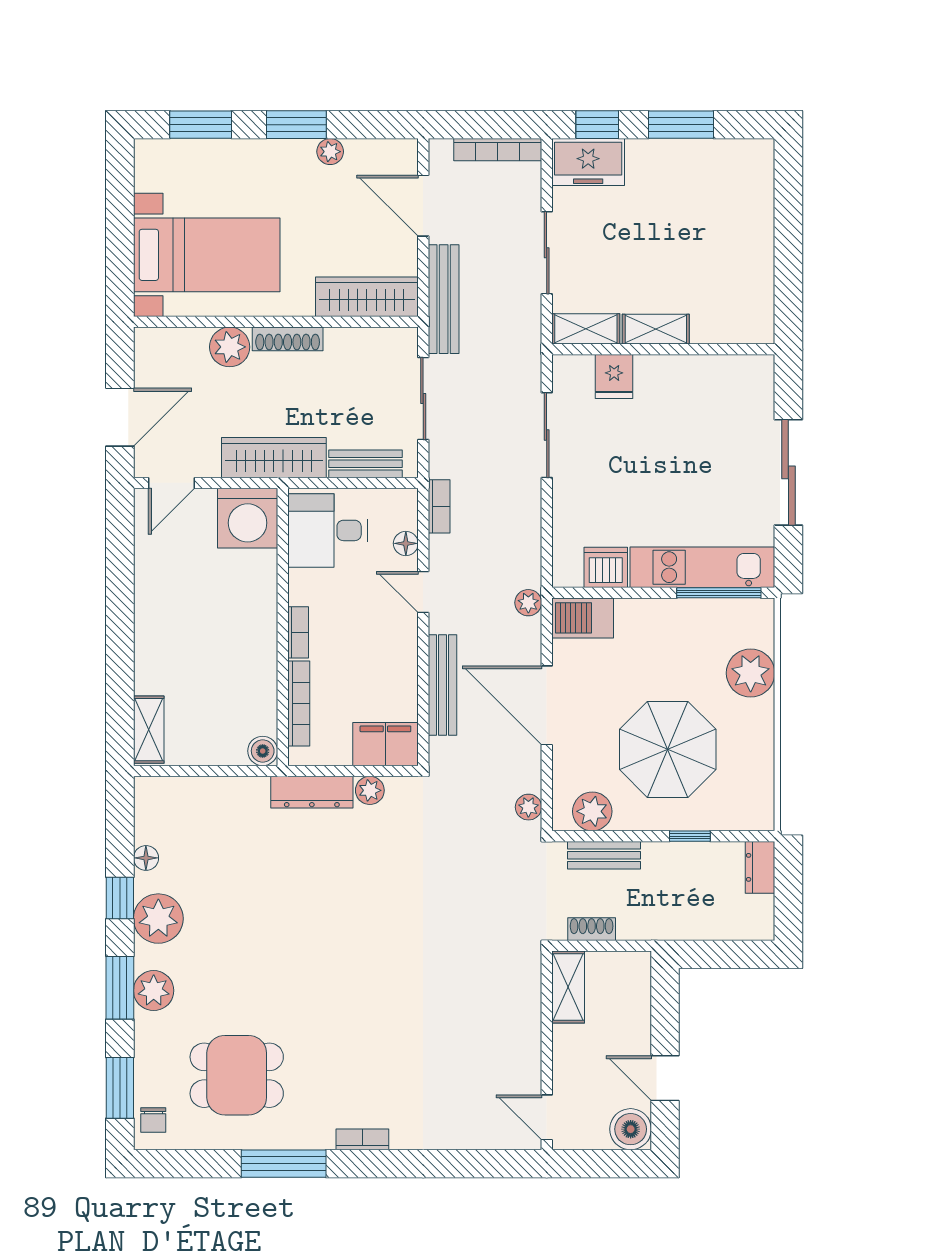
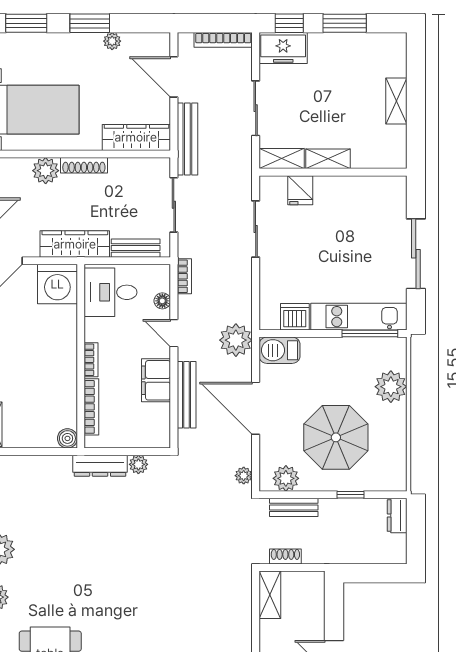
shelving: (759, 242) -> (396, 101), added
plant: (528, 603) -> (236, 340), width x1.87, depth x1.87
filing cabinet: (385, 744) -> (156, 380), moved, turned -90

